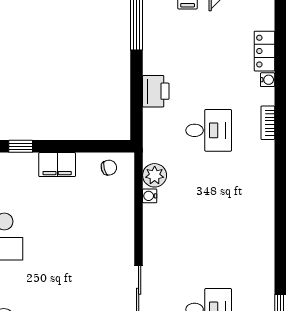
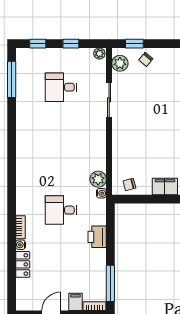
bookcase: (268, 123) -> (20, 227), moved
water cooler: (150, 196) -> (101, 193), moved

